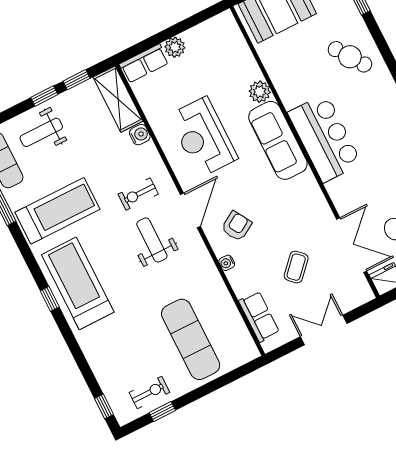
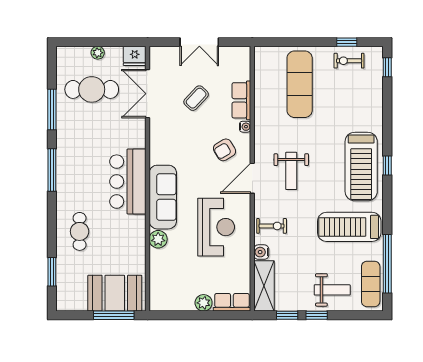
cafe table: (350, 57) -> (80, 231), turned 35
exercise bike: (138, 194) -> (272, 226), moved
row of seats: (259, 317) -> (241, 100), moved

